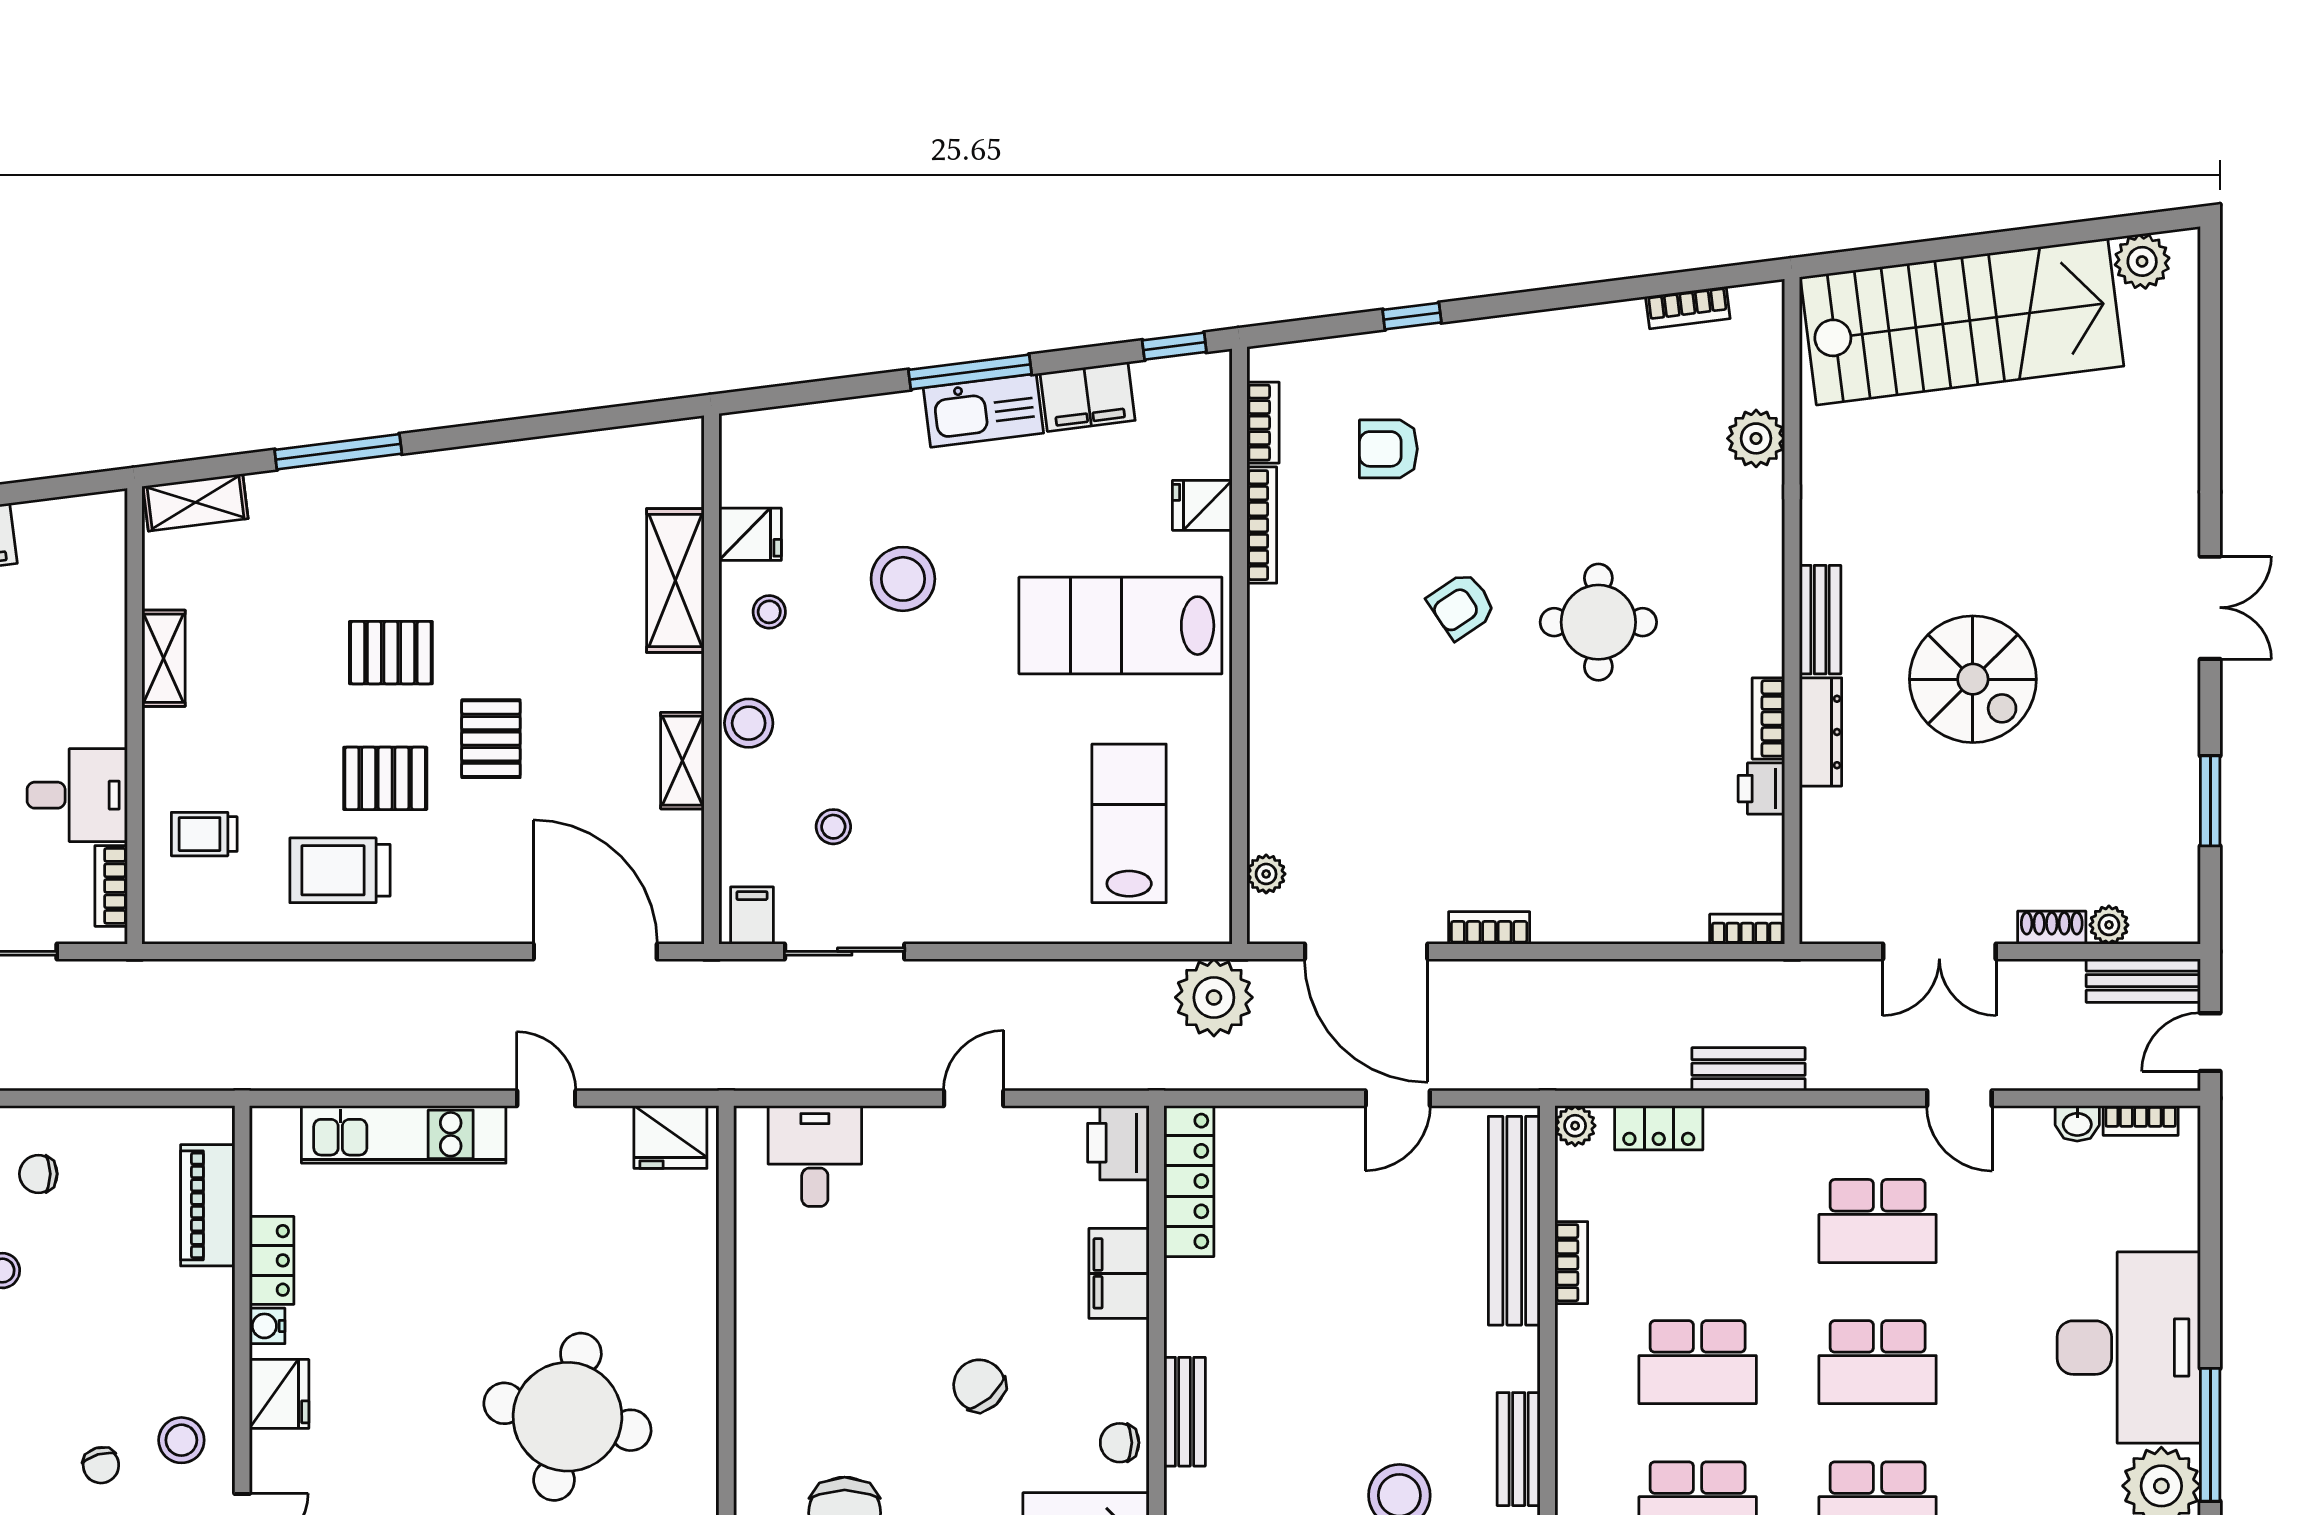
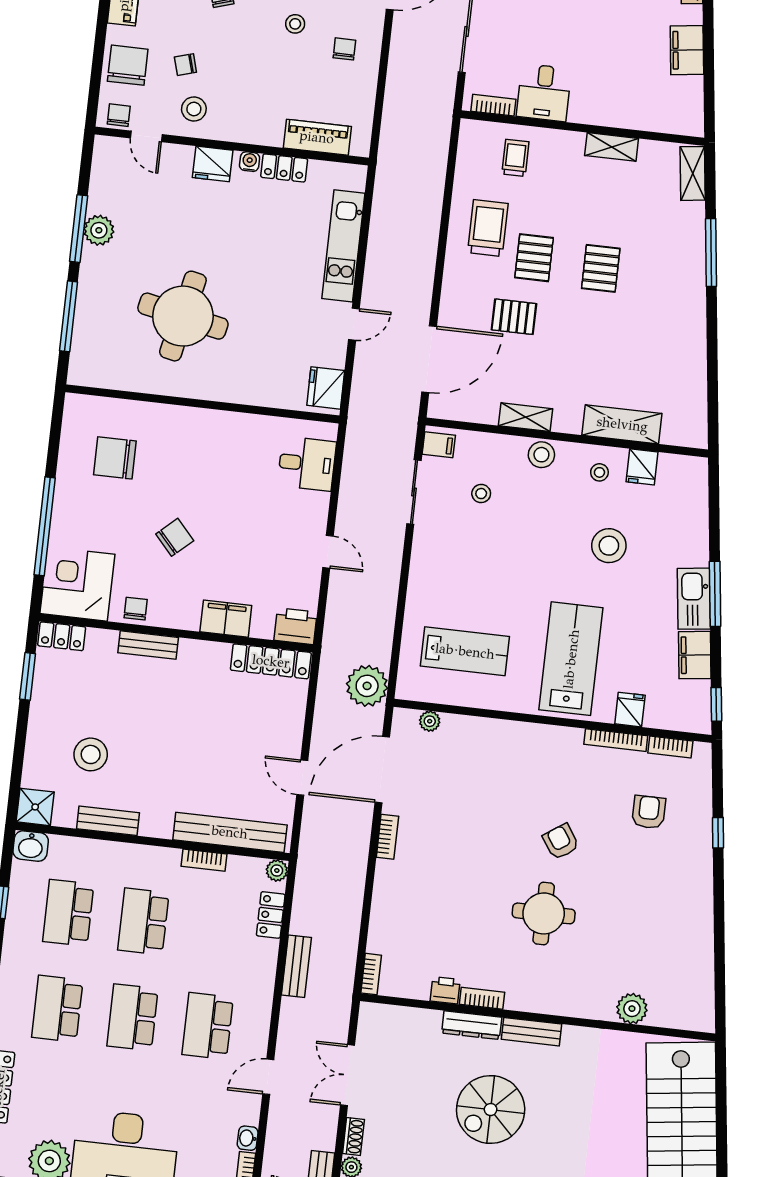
bookcase: (1688, 308) -> (706, 980), removed
pallet: (491, 739) -> (514, 317), moved

